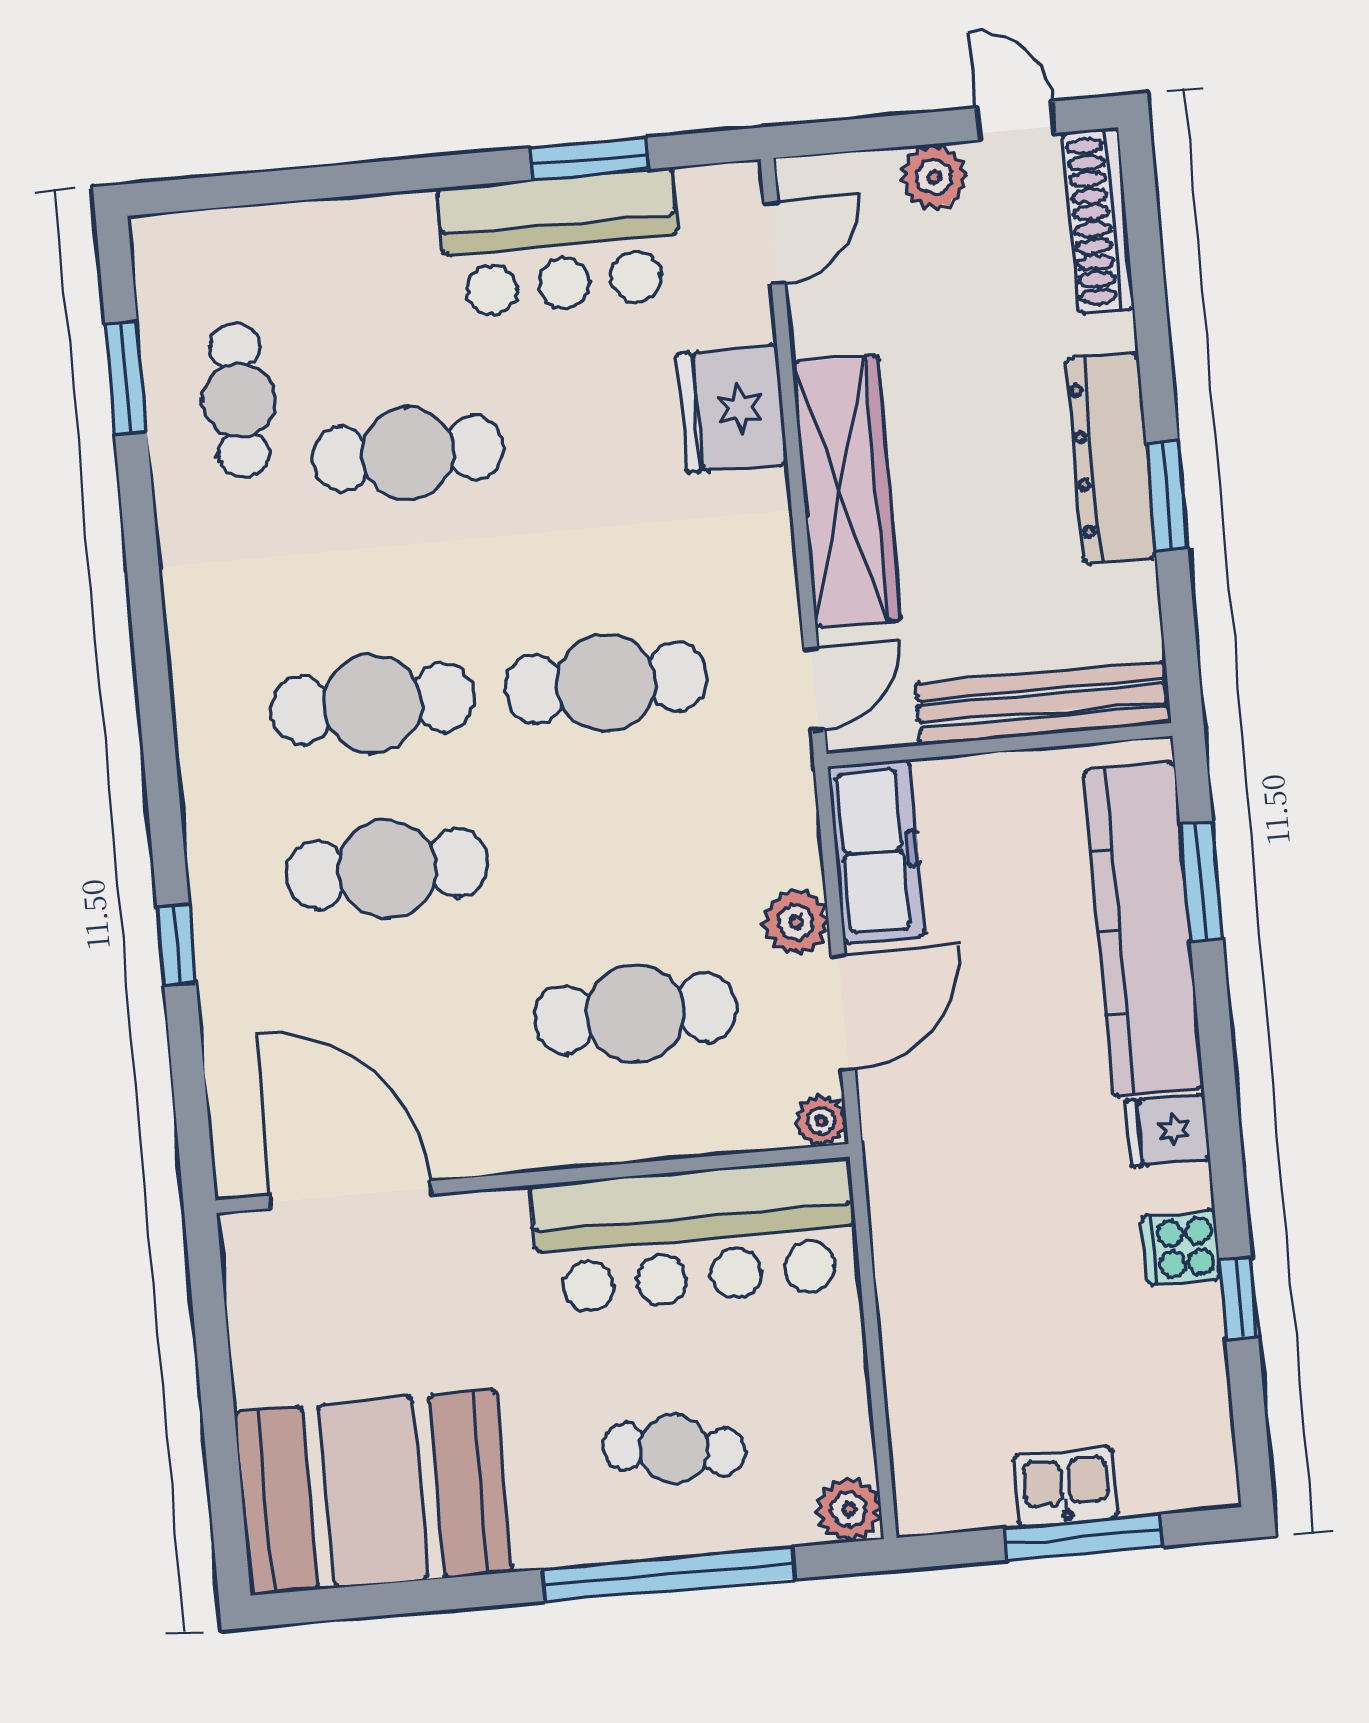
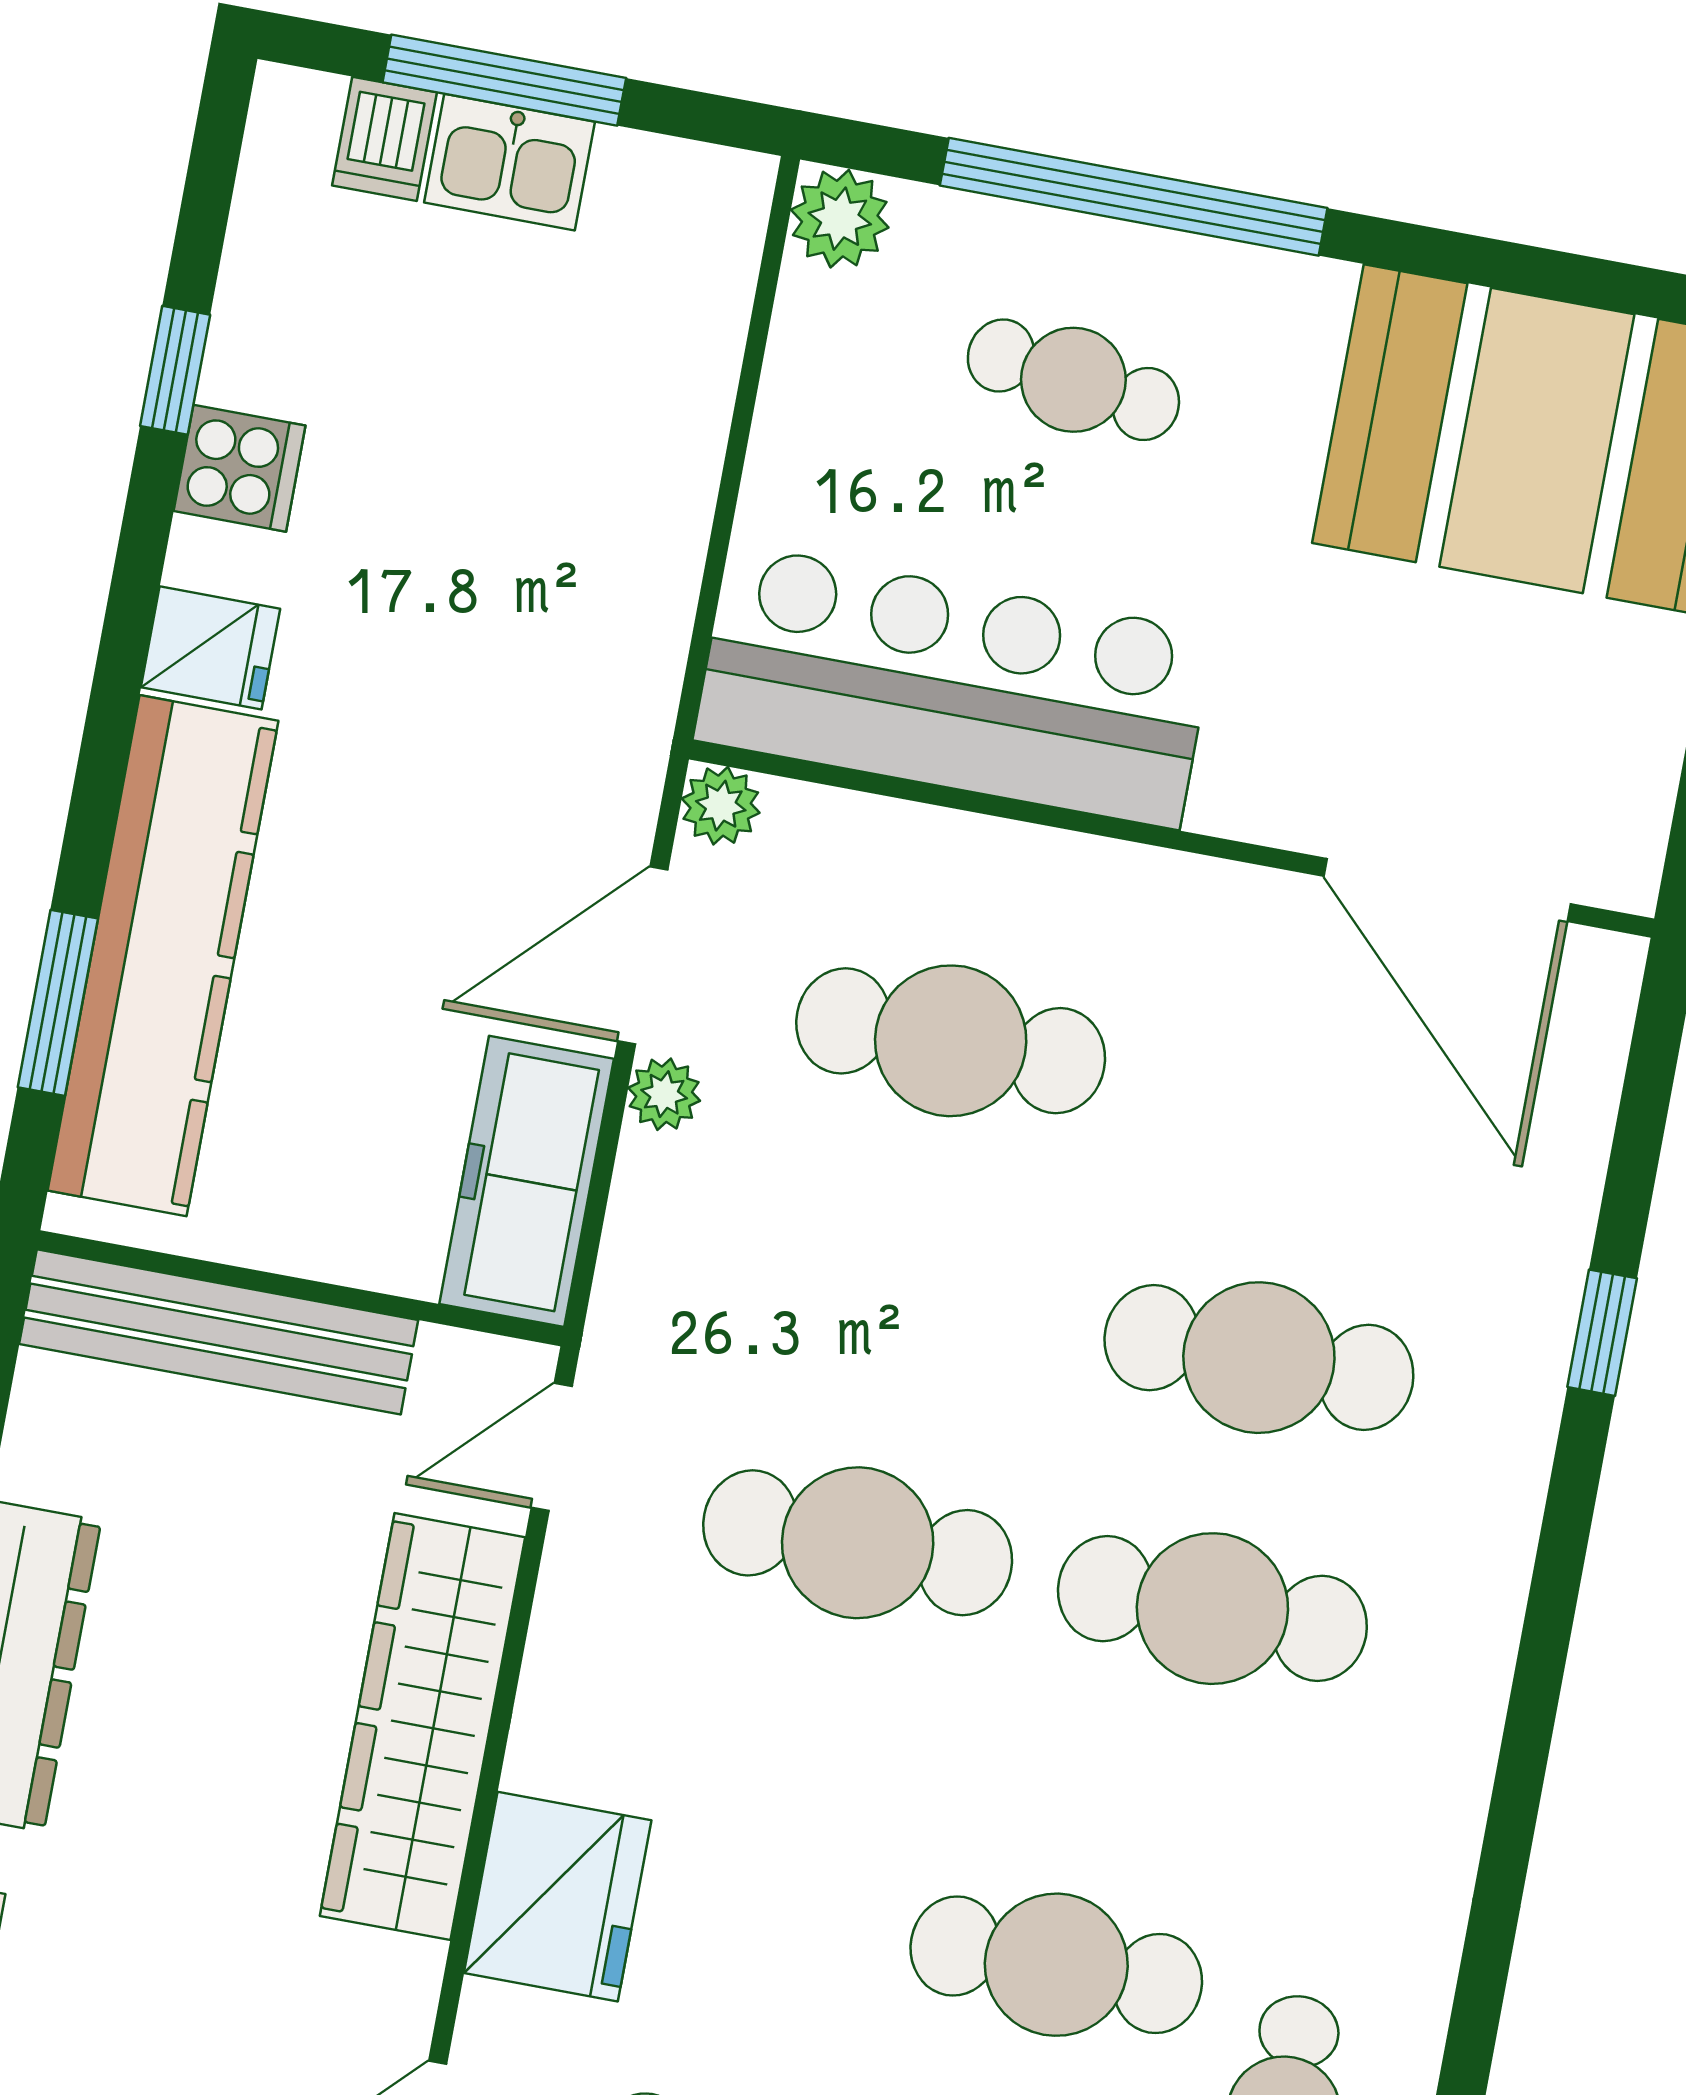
plant: (796, 922) -> (664, 1094), width x0.73, depth x0.73
dishwasher: (1148, 1479) -> (384, 139), added

